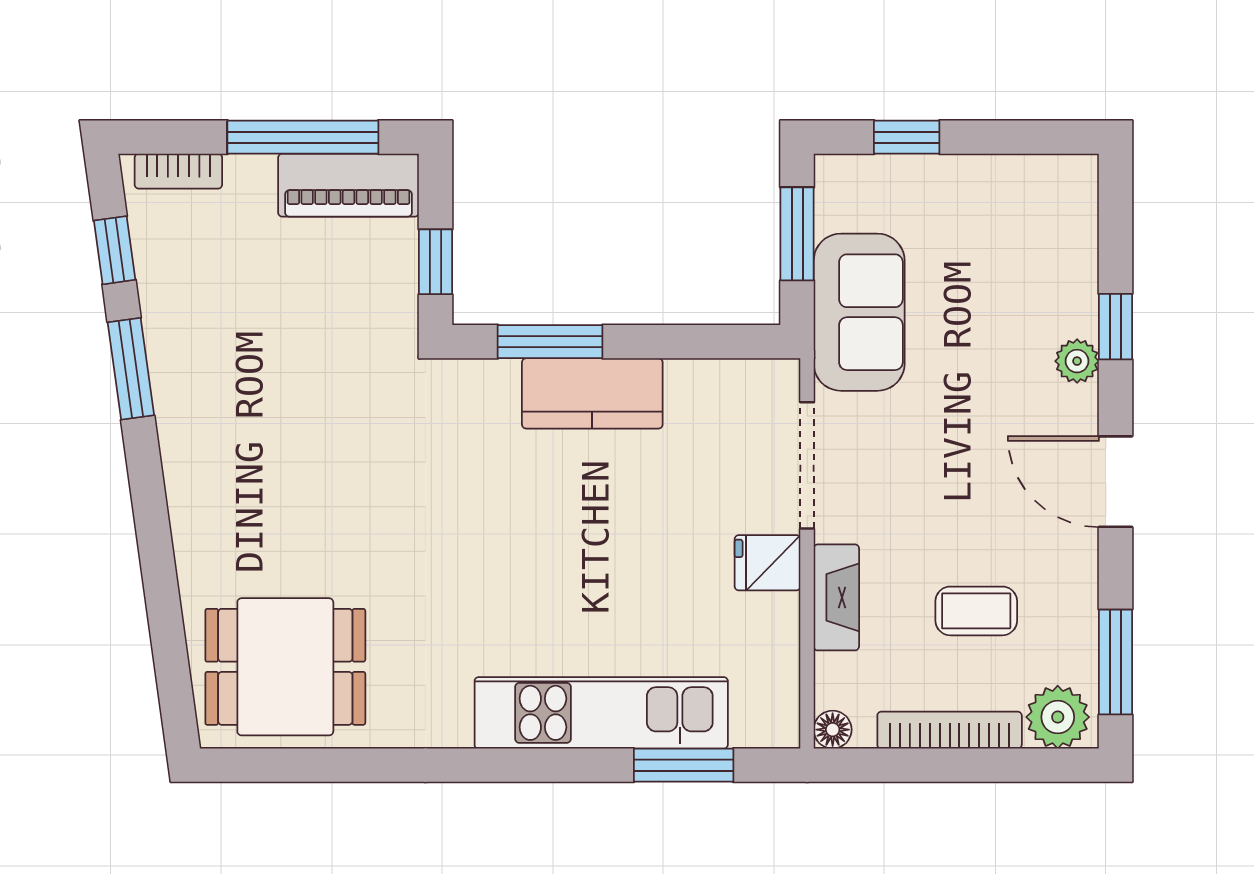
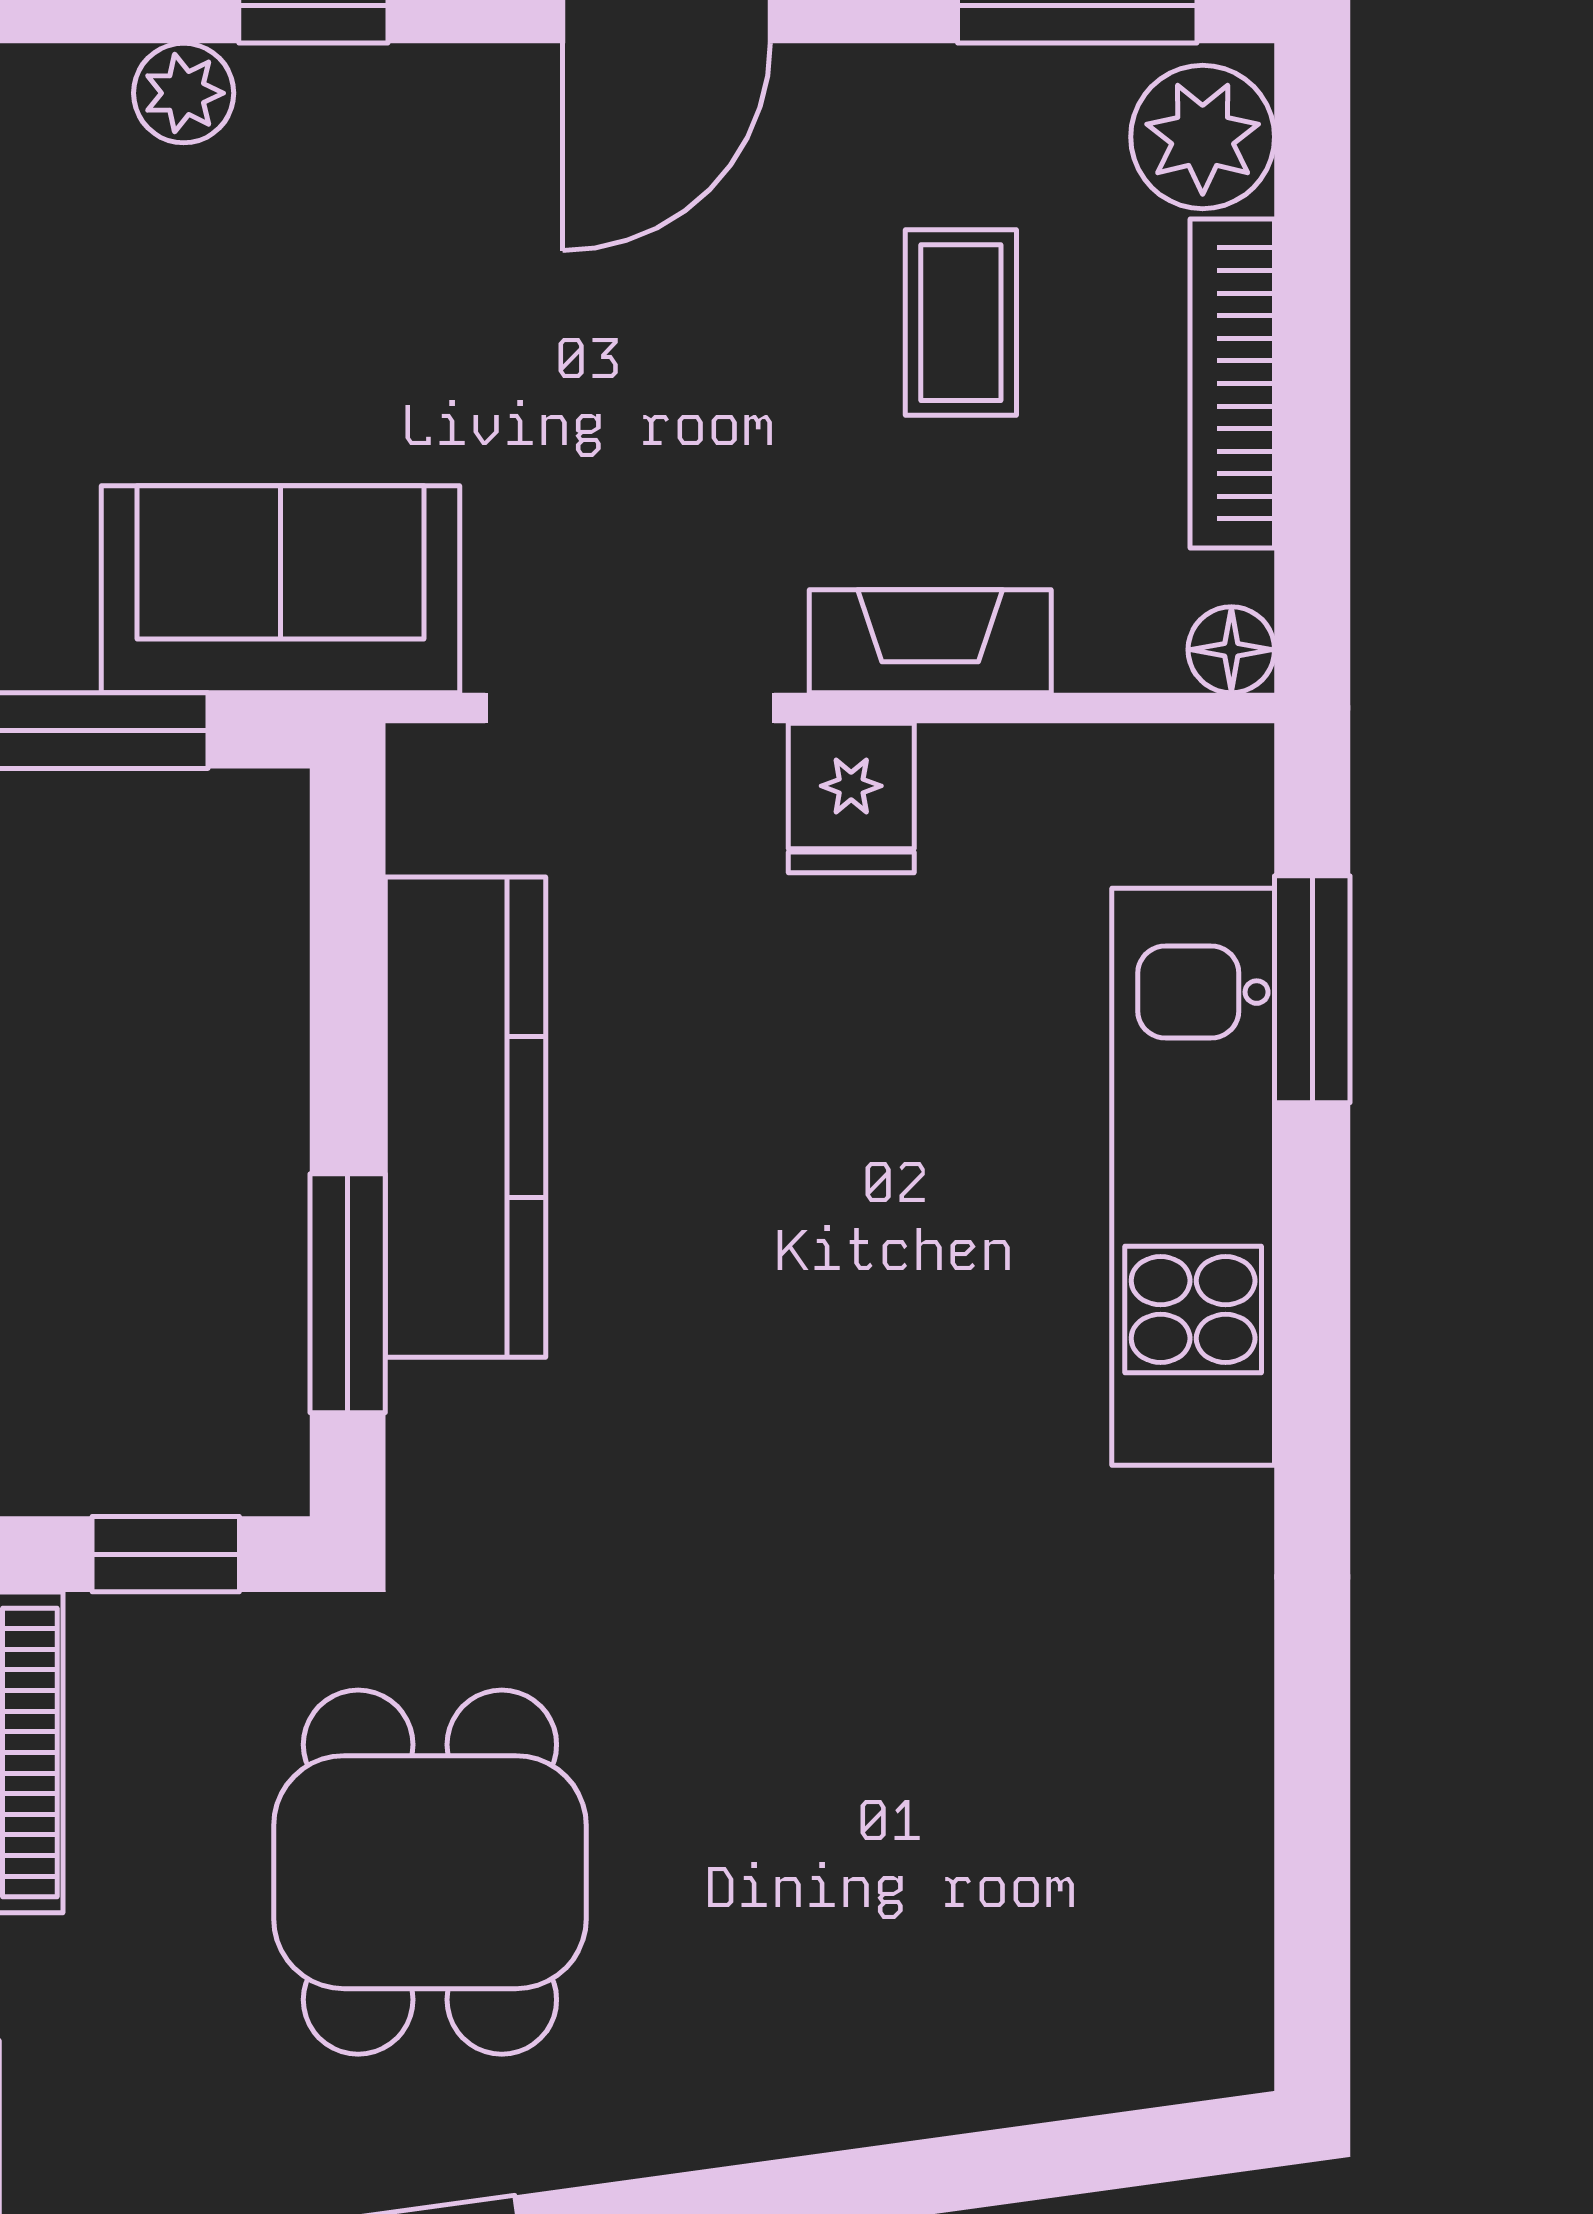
plant: (1077, 361) -> (184, 93), moved
kitchen counter: (592, 393) -> (465, 1117), width x1.50
dining table: (285, 667) -> (430, 1872), moved

